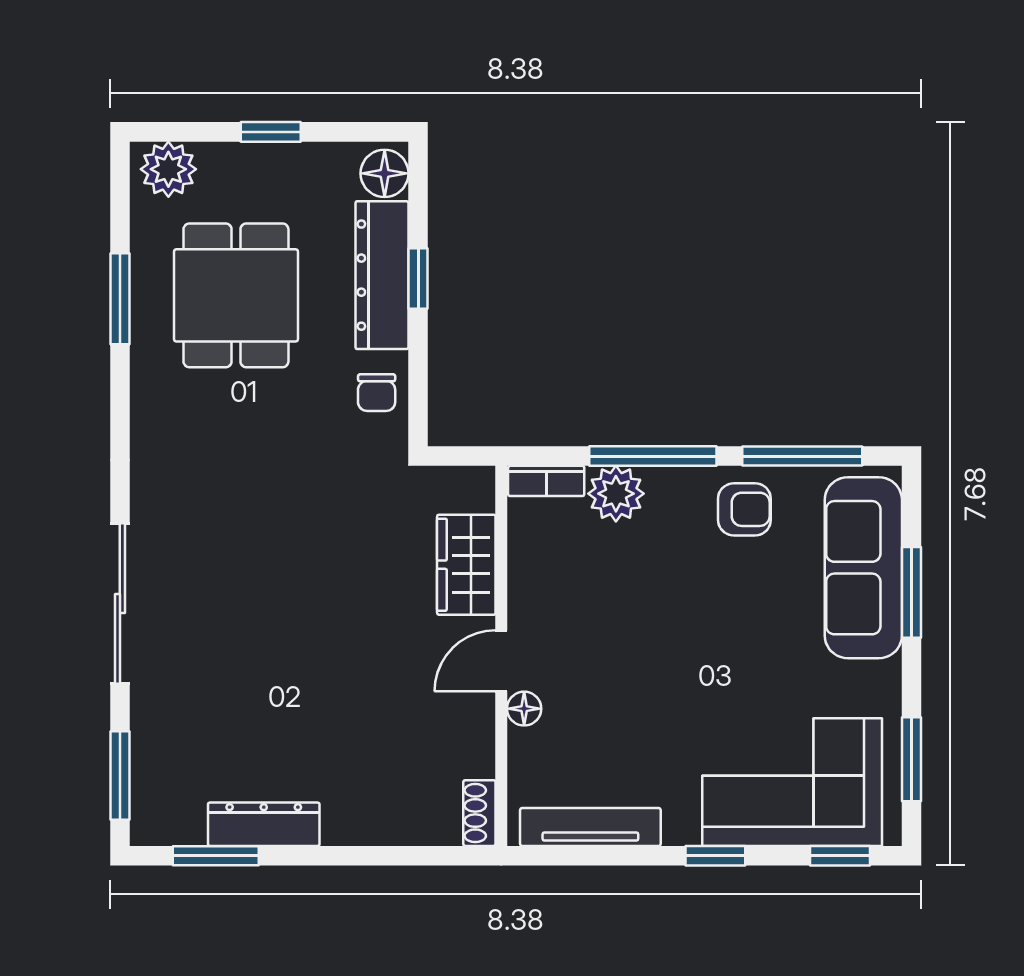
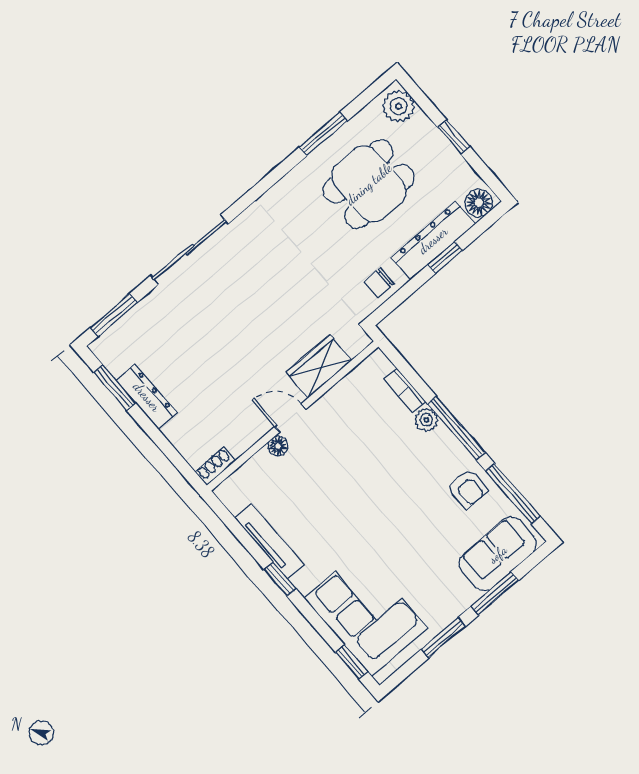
plant: (616, 494) -> (426, 420), width x0.73, depth x0.73
wardrobe: (466, 565) -> (319, 366), moved
sofa: (863, 568) -> (498, 554), width x0.73
wall: (501, 656) -> (293, 416), moved
door: (501, 661) -> (290, 418), moved
floor lamp: (524, 709) -> (278, 446), moved
window: (912, 759) -> (443, 638), moved
shoe rack: (479, 813) -> (215, 466), moved
window: (715, 856) -> (280, 579), moved

